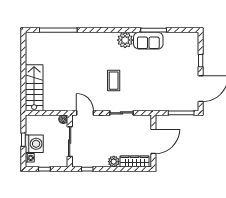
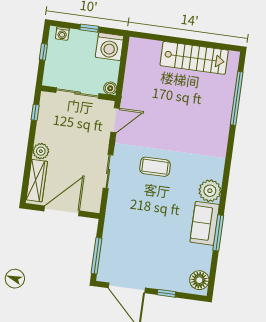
floor lamp: (188, 39) -> (199, 280), added
stairs: (34, 88) -> (194, 58), moved
door: (153, 141) -> (62, 211), swing flipped
washing machine: (34, 144) -> (110, 47), moved

